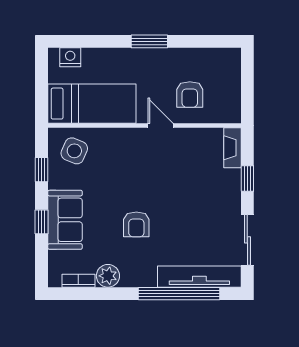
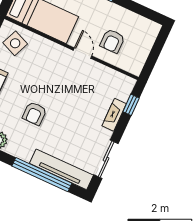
fireplace: (233, 148) -> (114, 115), moved
window: (247, 179) -> (131, 105), moved

